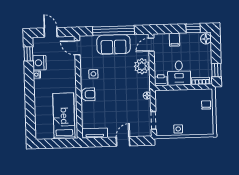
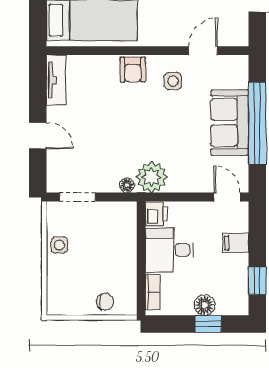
floor lamp: (206, 39) -> (205, 305), moved
door: (77, 48) -> (203, 51), moved
plant: (142, 66) -> (151, 177), moved
window: (216, 70) -> (208, 324), moved

